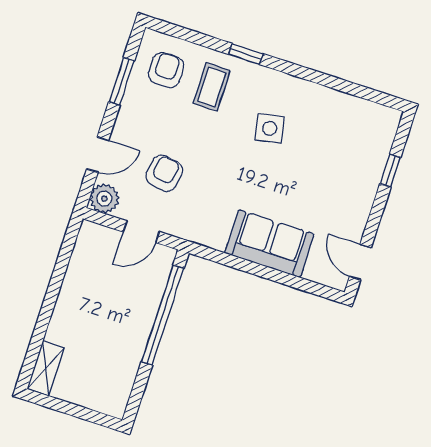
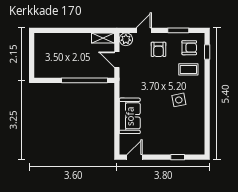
window: (246, 54) -> (207, 52), moved
door: (98, 155) -> (144, 30), swing flipped
armchair: (164, 173) -> (158, 49), moved, turned 80
shelving: (46, 368) -> (103, 38), moved

